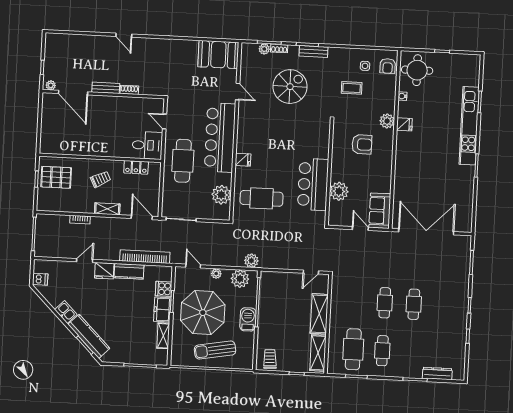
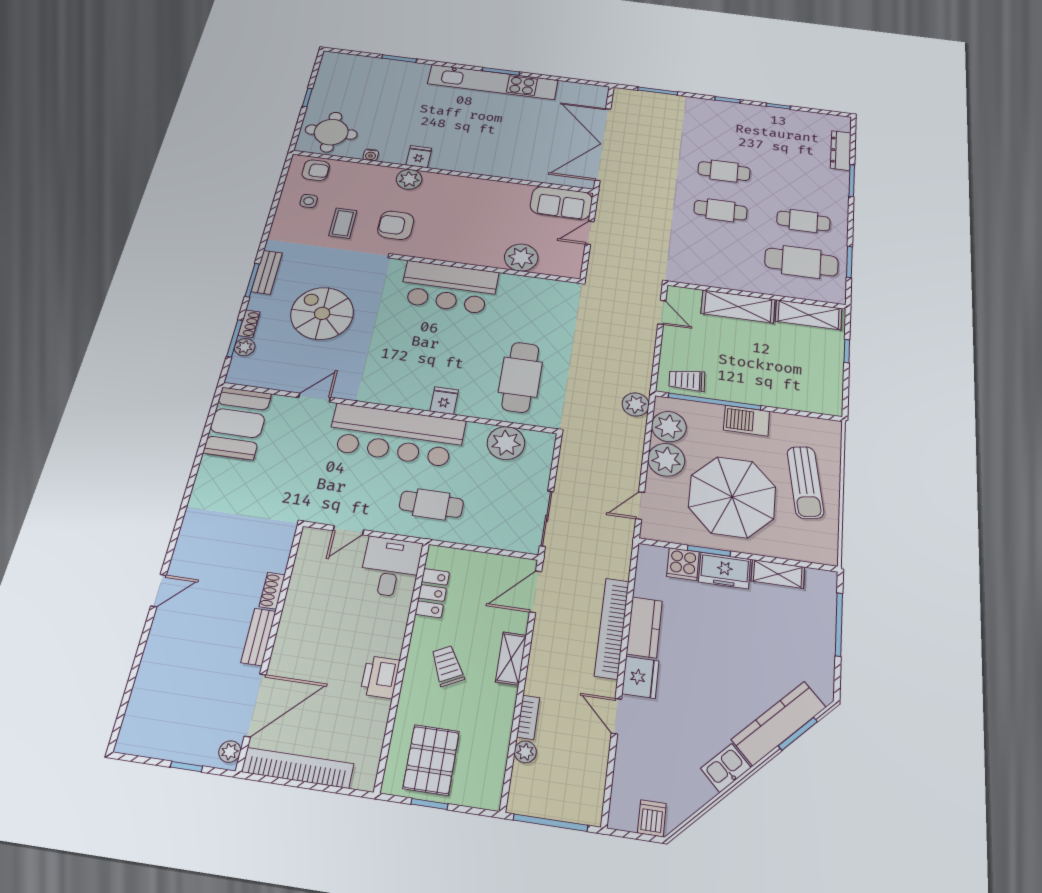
bookcase: (47, 117) -> (298, 768), added
kitchen unit: (469, 126) -> (493, 82), moved
armchair: (362, 144) -> (396, 225), moved, turned -90
printer: (92, 148) -> (380, 677), added
cafe table: (183, 161) -> (431, 504), width x0.73, depth x0.74
bar counter: (313, 184) -> (449, 287), moved
plant: (64, 220) -> (525, 752), added
bookcase: (145, 257) -> (612, 628), moved
plant: (216, 274) -> (666, 460), width x1.88, depth x1.88
trolley: (270, 359) -> (687, 380), moved

